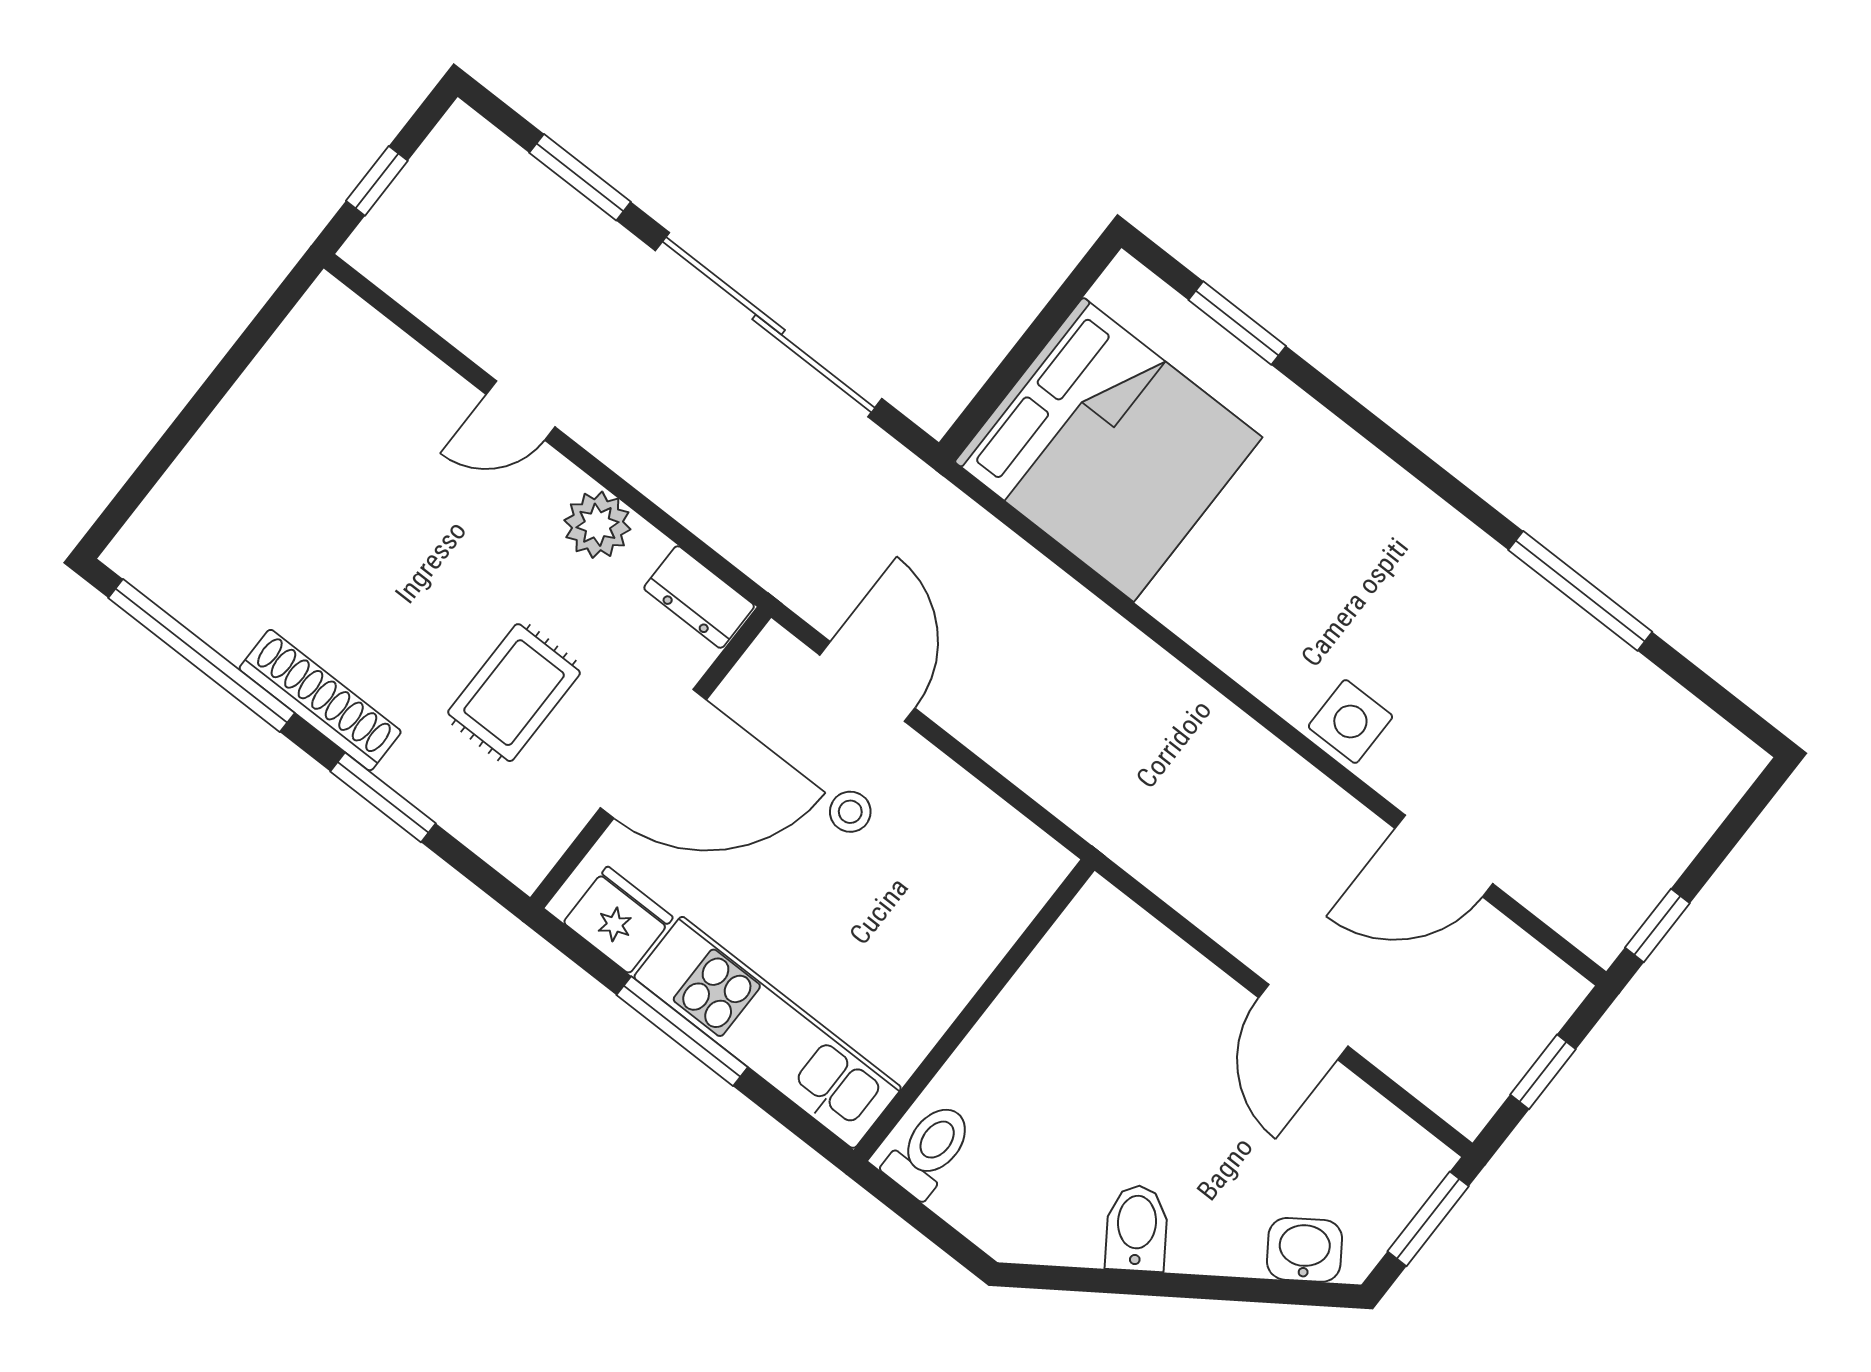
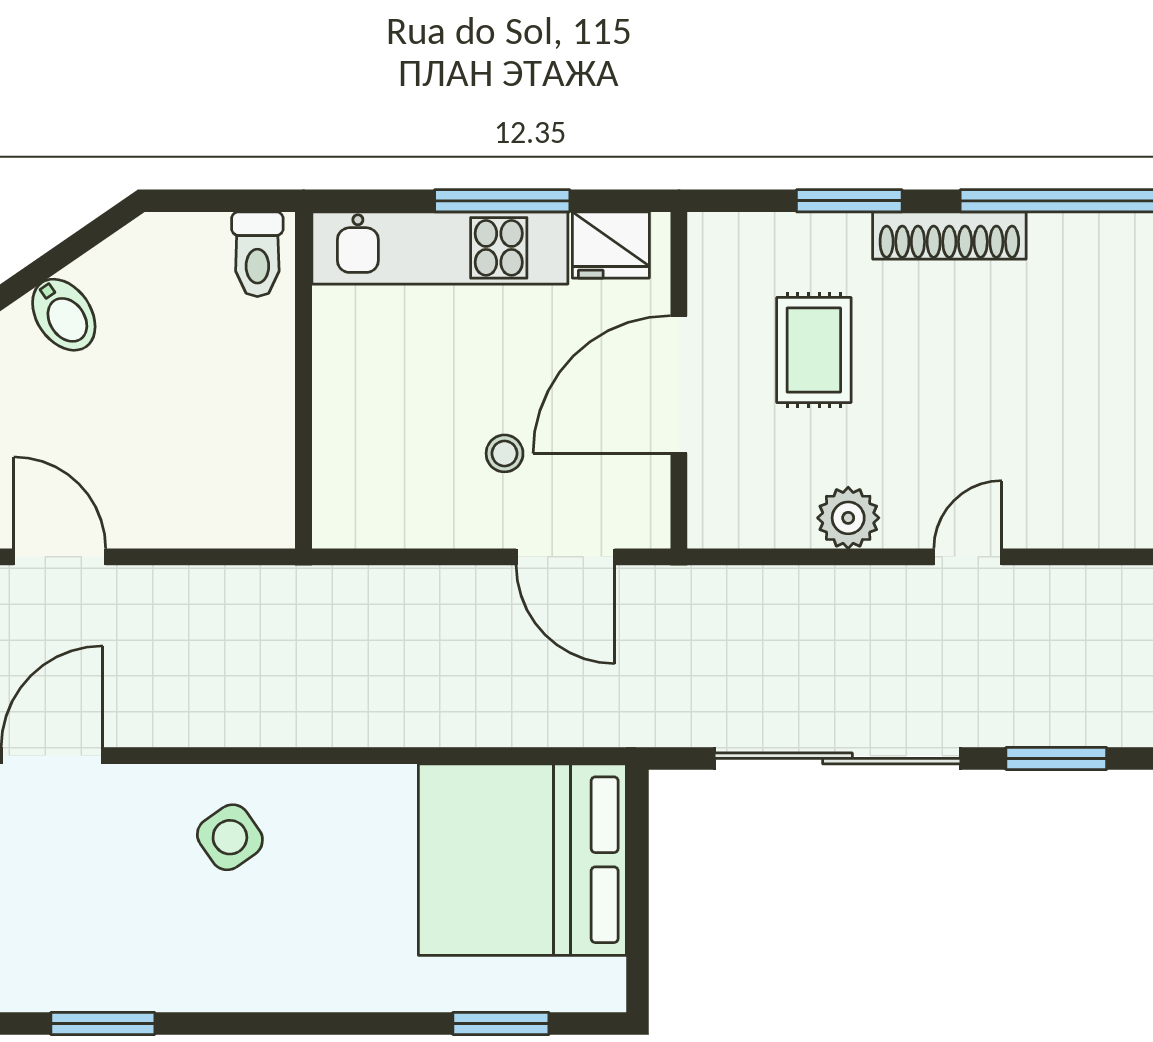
window: (1580, 591) -> (103, 1023), width x0.69
dresser: (699, 597) -> (734, 523), removed
side table: (1350, 722) -> (230, 837), moved, turned -35

